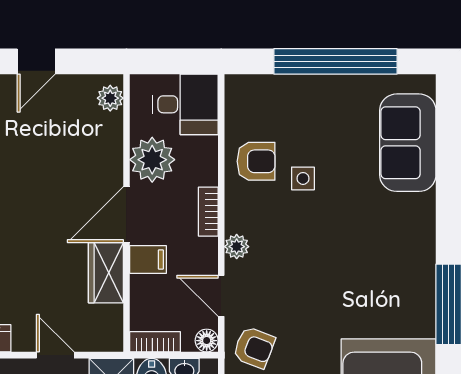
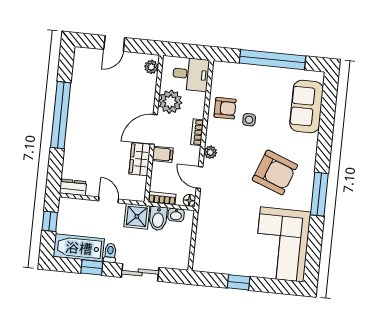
armchair: (254, 347) -> (275, 172), moved, width x1.88, depth x1.88

